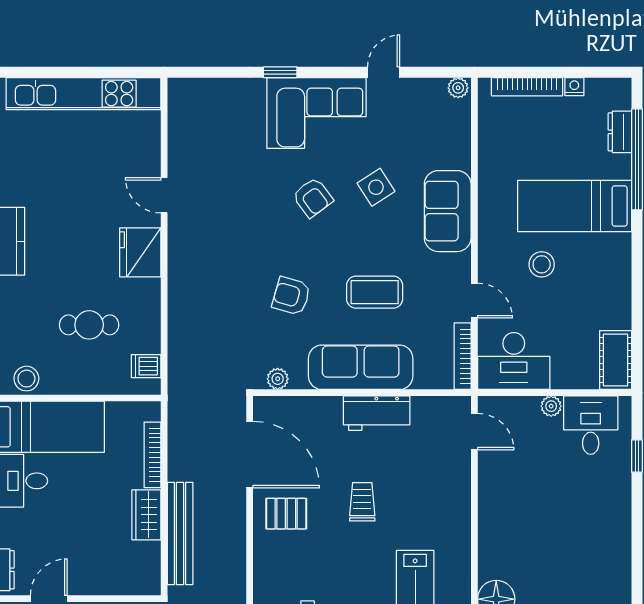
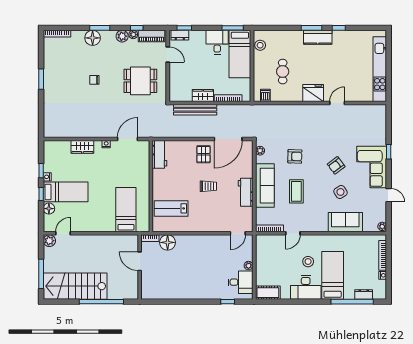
sofa: (448, 211) -> (345, 222), moved
armchair: (291, 296) -> (295, 156), turned 76
desk: (514, 361) -> (306, 287), moved, turned -90

